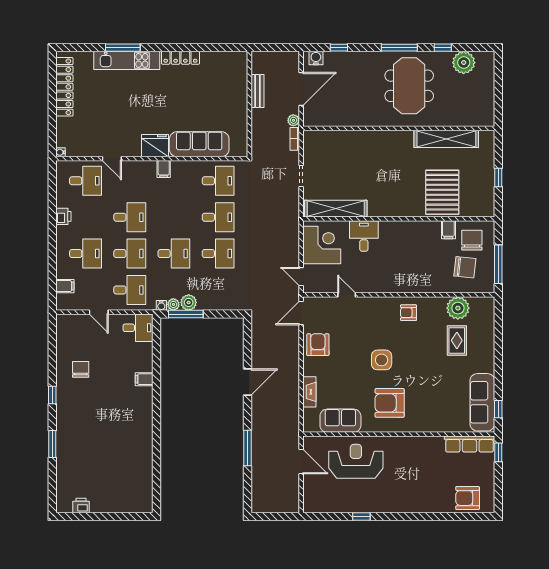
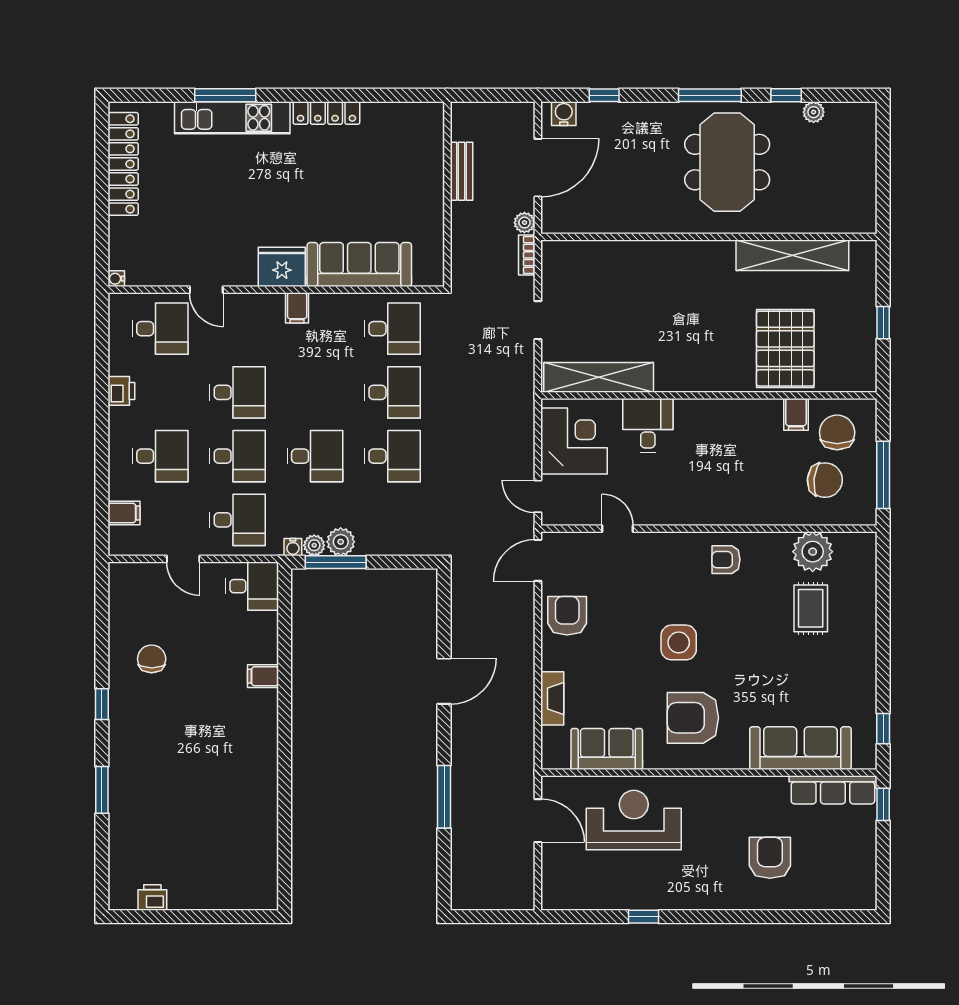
plant: (464, 63) -> (814, 112), width x0.53, depth x0.53
sofa: (482, 402) -> (800, 748), moved, turned 90
armchair: (468, 498) -> (770, 858), moved, turned 90

